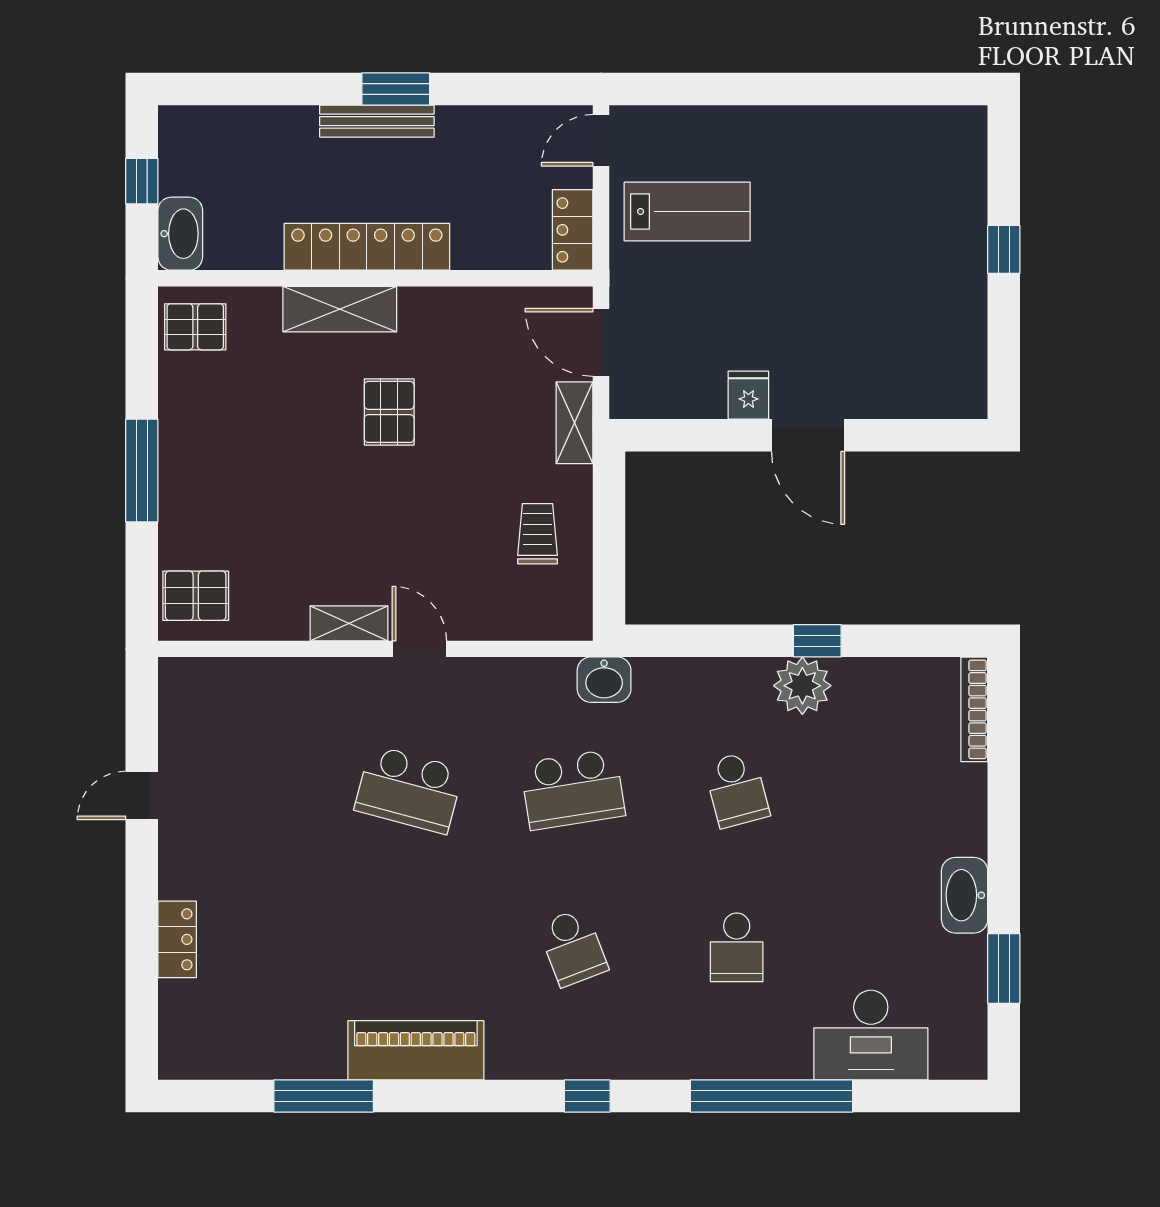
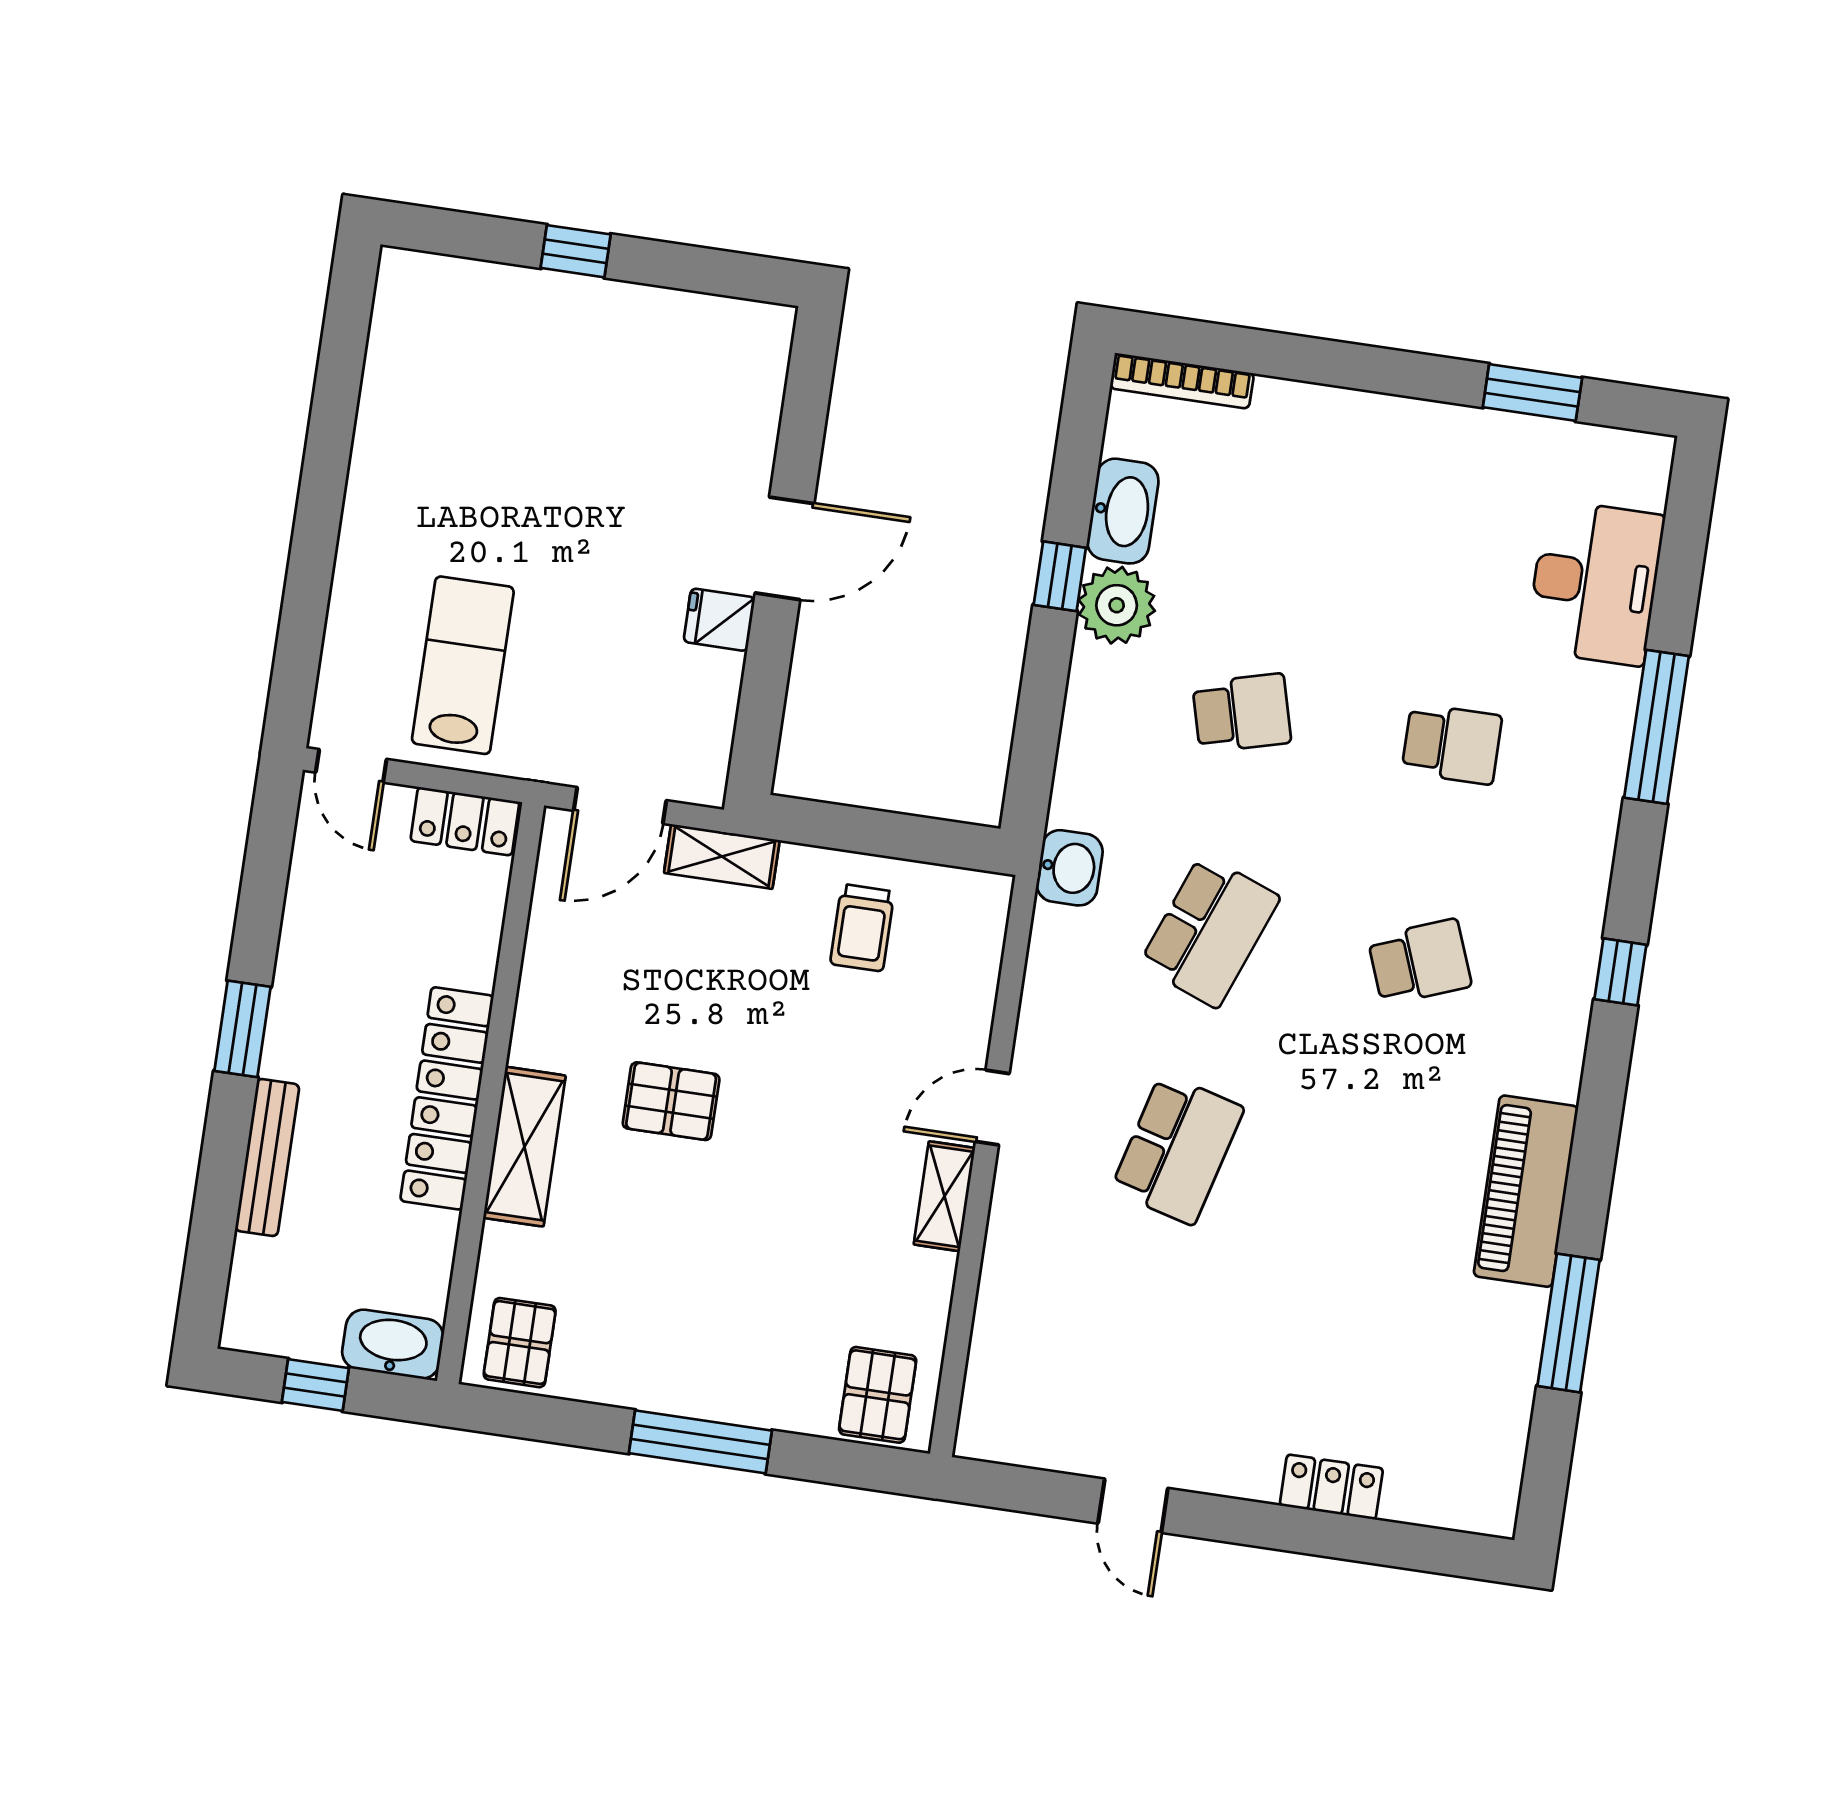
bench: (377, 121) -> (267, 1158), moved
trolley: (537, 534) -> (862, 928), turned -90
school desk: (573, 789) -> (1210, 931), turned 30
washbasin: (965, 895) -> (1123, 511), moved, turned -90
window: (771, 1096) -> (1657, 727), width x0.68

